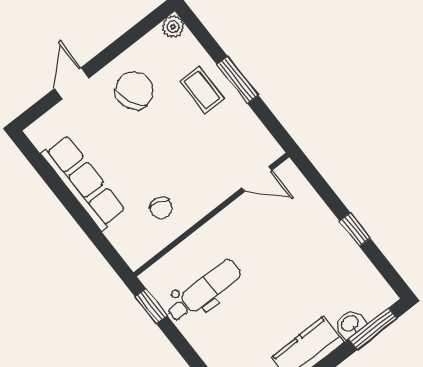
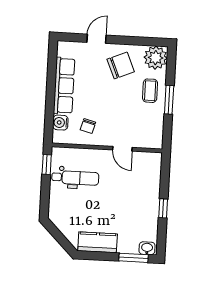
plant: (173, 27) -> (156, 58), width x1.87, depth x1.87
door: (257, 179) -> (122, 149), moved
water cooler: (121, 235) -> (60, 123), added
washbasin: (350, 324) -> (147, 248), moved

